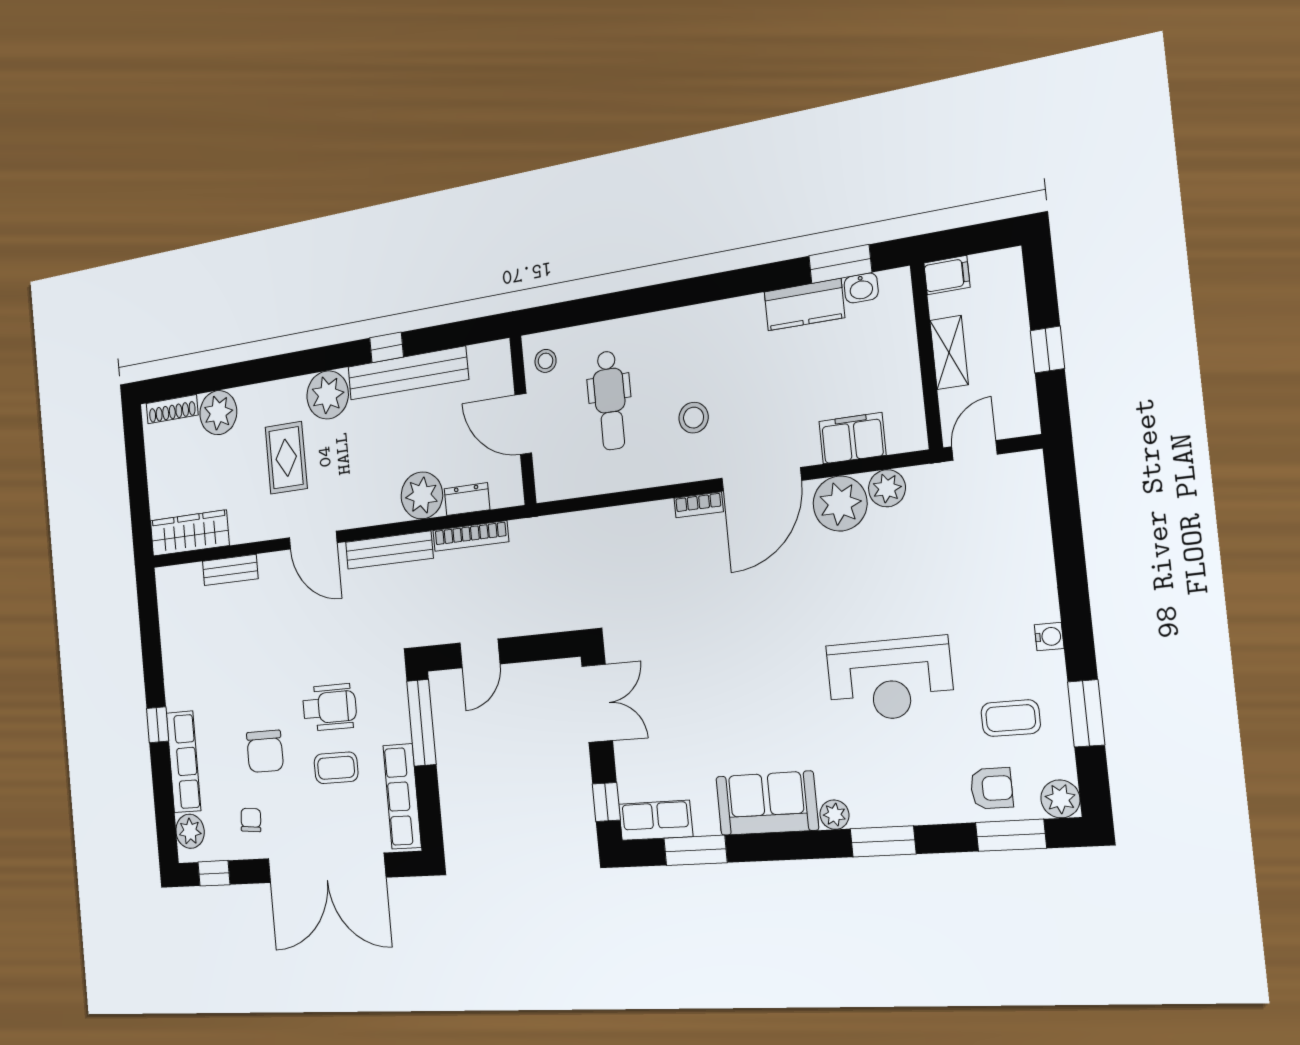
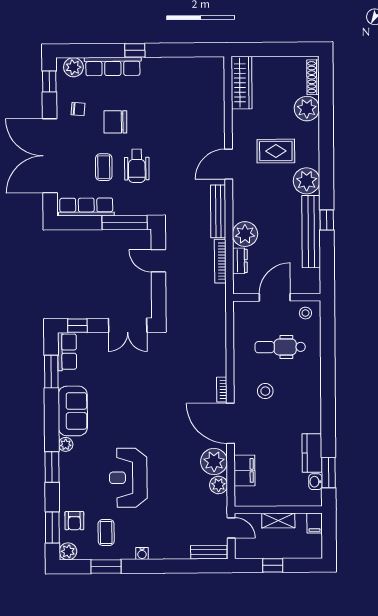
bench: (230, 570) -> (209, 552), moved, turned 90

